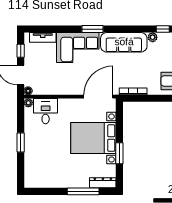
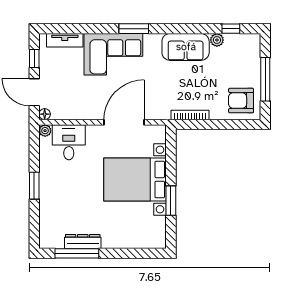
sofa: (124, 42) -> (186, 47), width x0.73
door: (98, 97) -> (124, 122), moved
dresser: (103, 183) -> (83, 242), moved
window: (83, 191) -> (77, 253), moved

